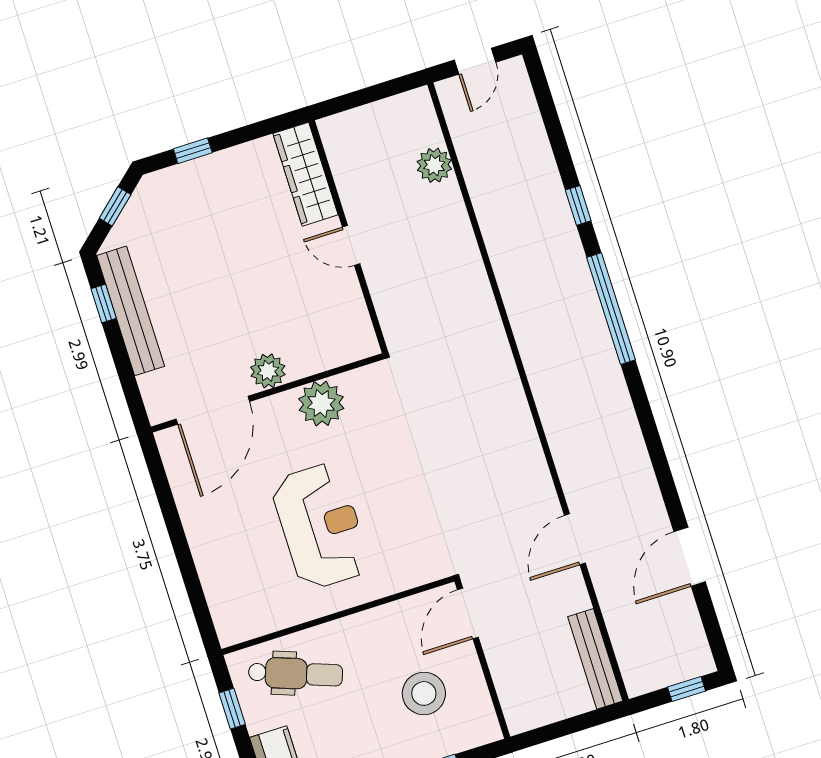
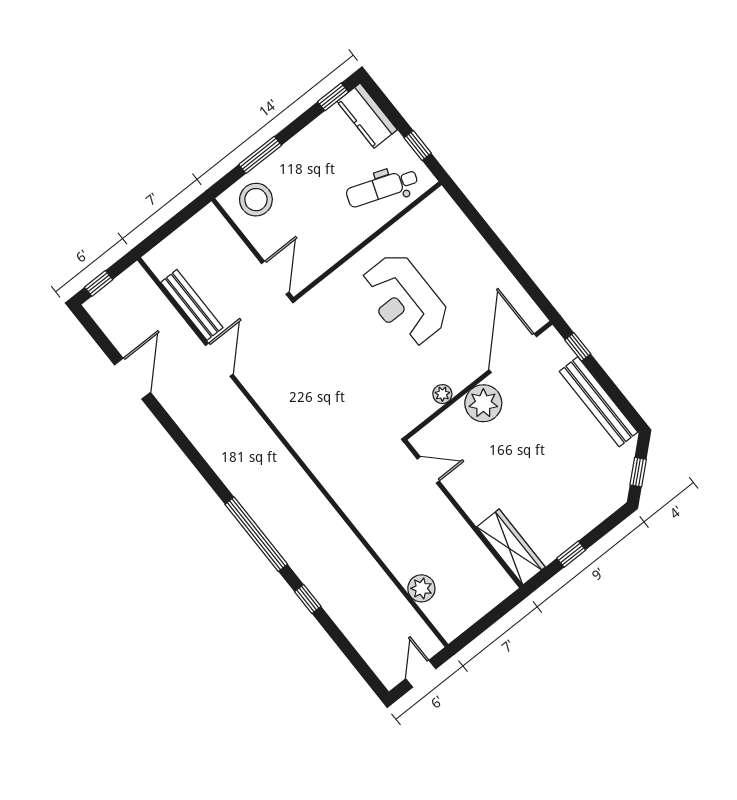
window: (193, 151) -> (571, 554), moved
door: (351, 245) -> (428, 470), moved
window: (104, 303) -> (578, 347), moved
plant: (268, 371) -> (483, 403), width x1.36, depth x1.36
plant: (321, 404) -> (442, 394), width x0.53, depth x0.53
bench: (595, 659) -> (192, 305), moved
stool: (424, 693) -> (256, 200), moved

